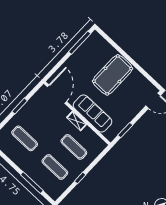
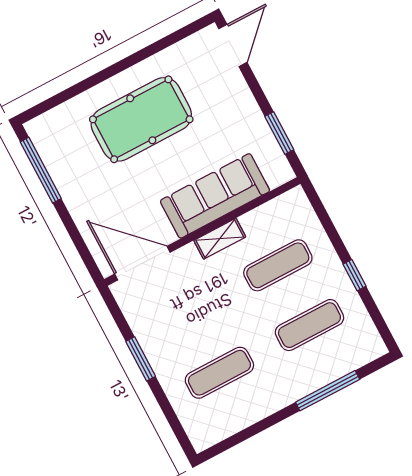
pool table: (112, 75) -> (141, 119), turned 90

